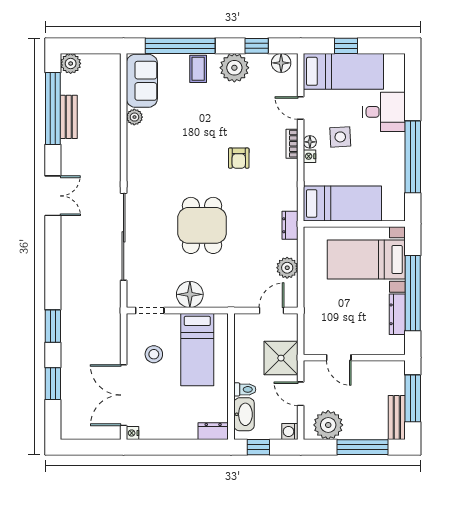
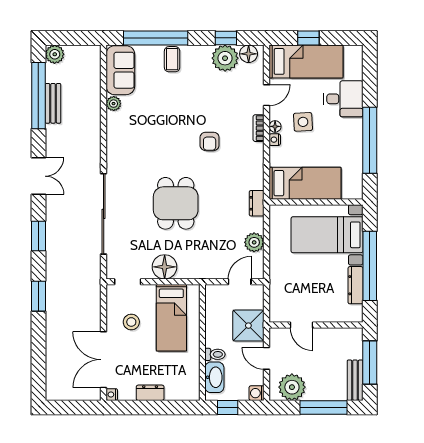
plant: (234, 68) -> (225, 58), moved
door: (301, 108) -> (267, 95), swing flipped
window: (53, 384) -> (38, 236), moved
dresser: (213, 431) -> (150, 393), moved

